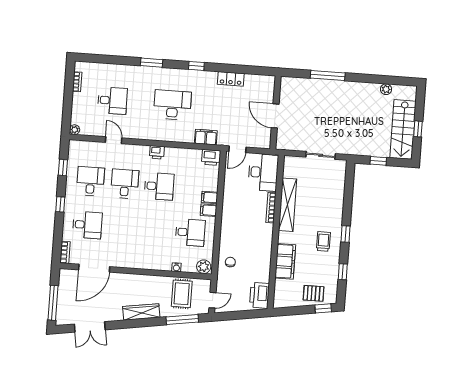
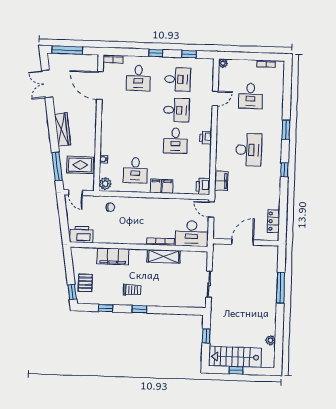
locker: (231, 79) -> (273, 221), moved
shelving: (288, 205) -> (164, 256), width x0.68

